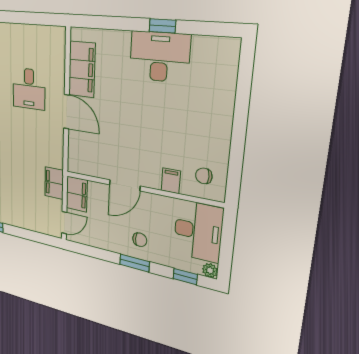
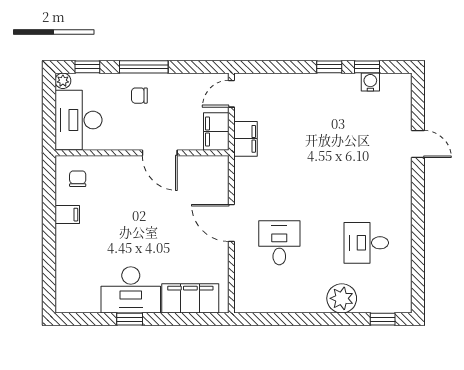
filing cabinet: (82, 69) -> (190, 298), moved, turned 90
chair: (204, 176) -> (78, 179), turned -90
filing cabinet: (171, 181) -> (67, 215), moved, turned -90
door: (125, 185) -> (160, 153), swing flipped
window: (135, 263) -> (144, 67), width x1.44

